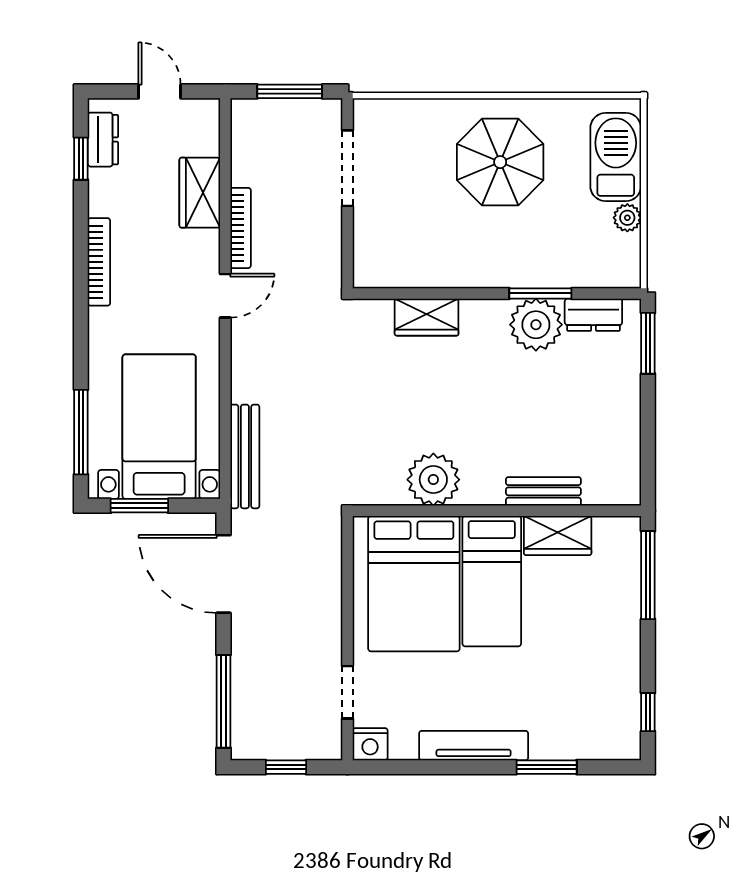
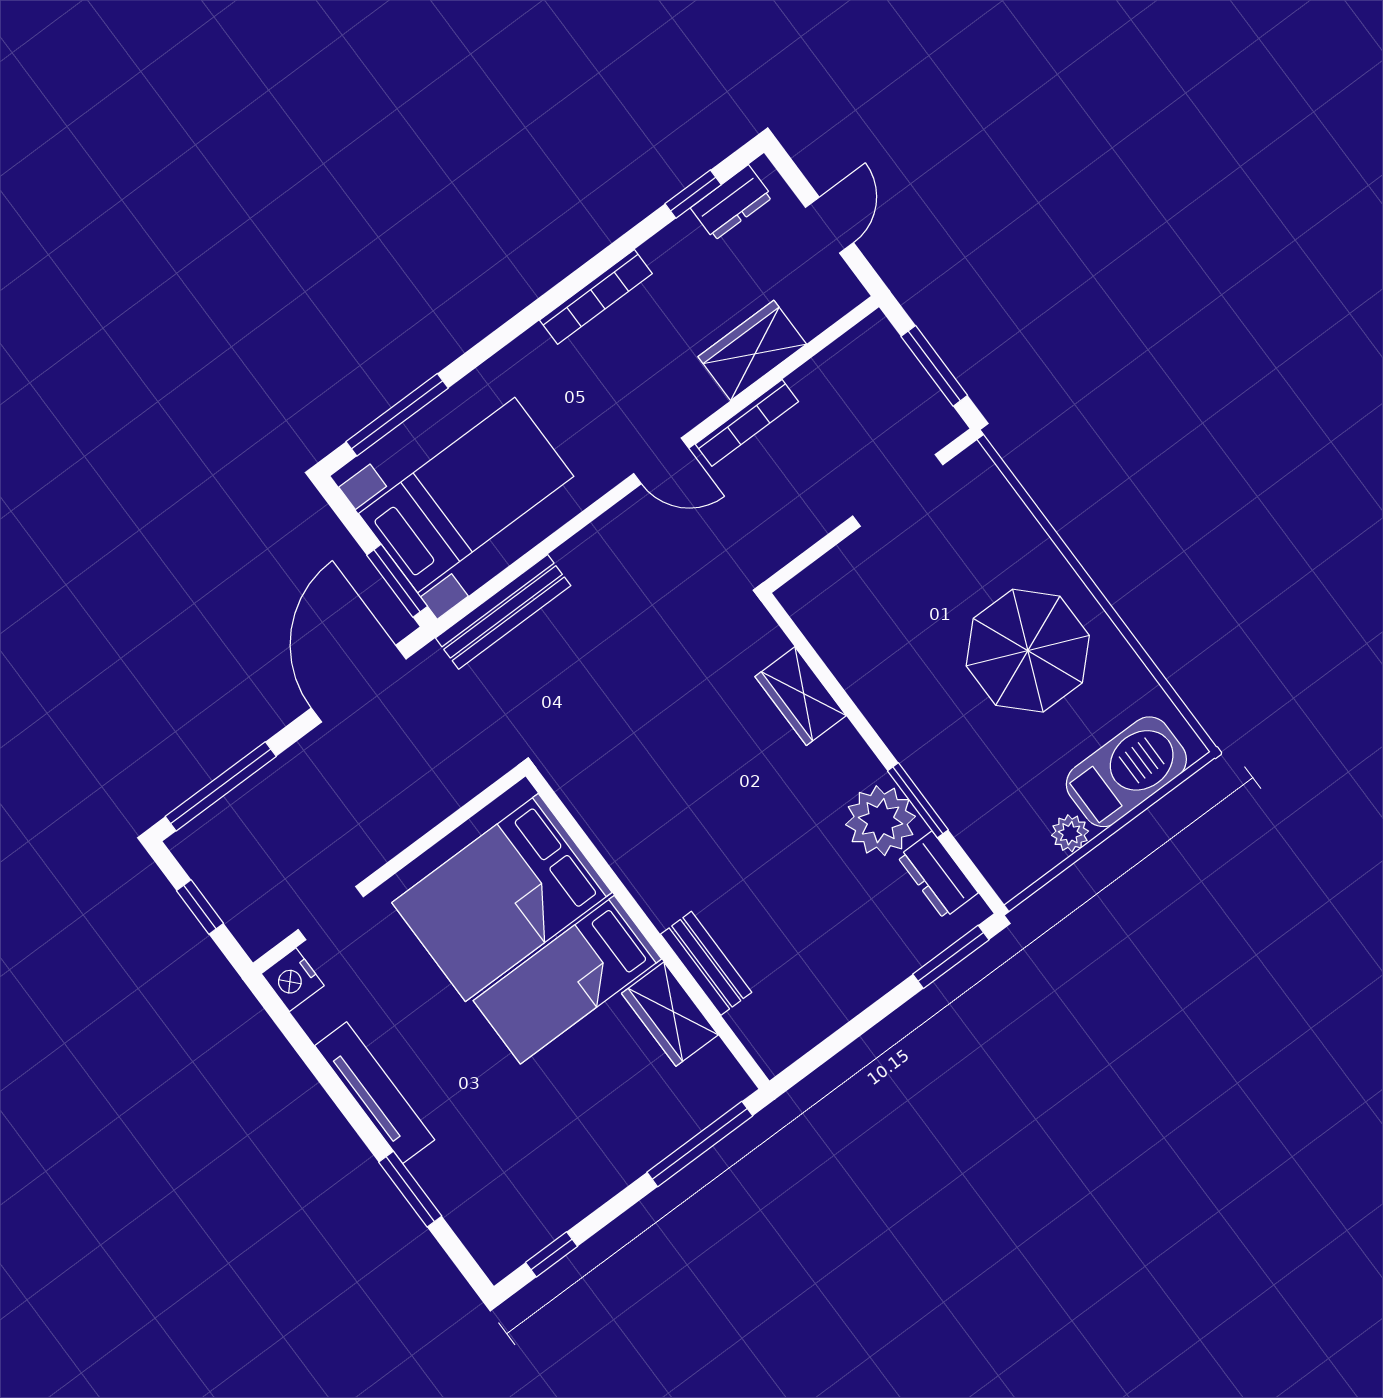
plant: (433, 480) -> (630, 834), removed
window: (139, 506) -> (397, 581), moved

